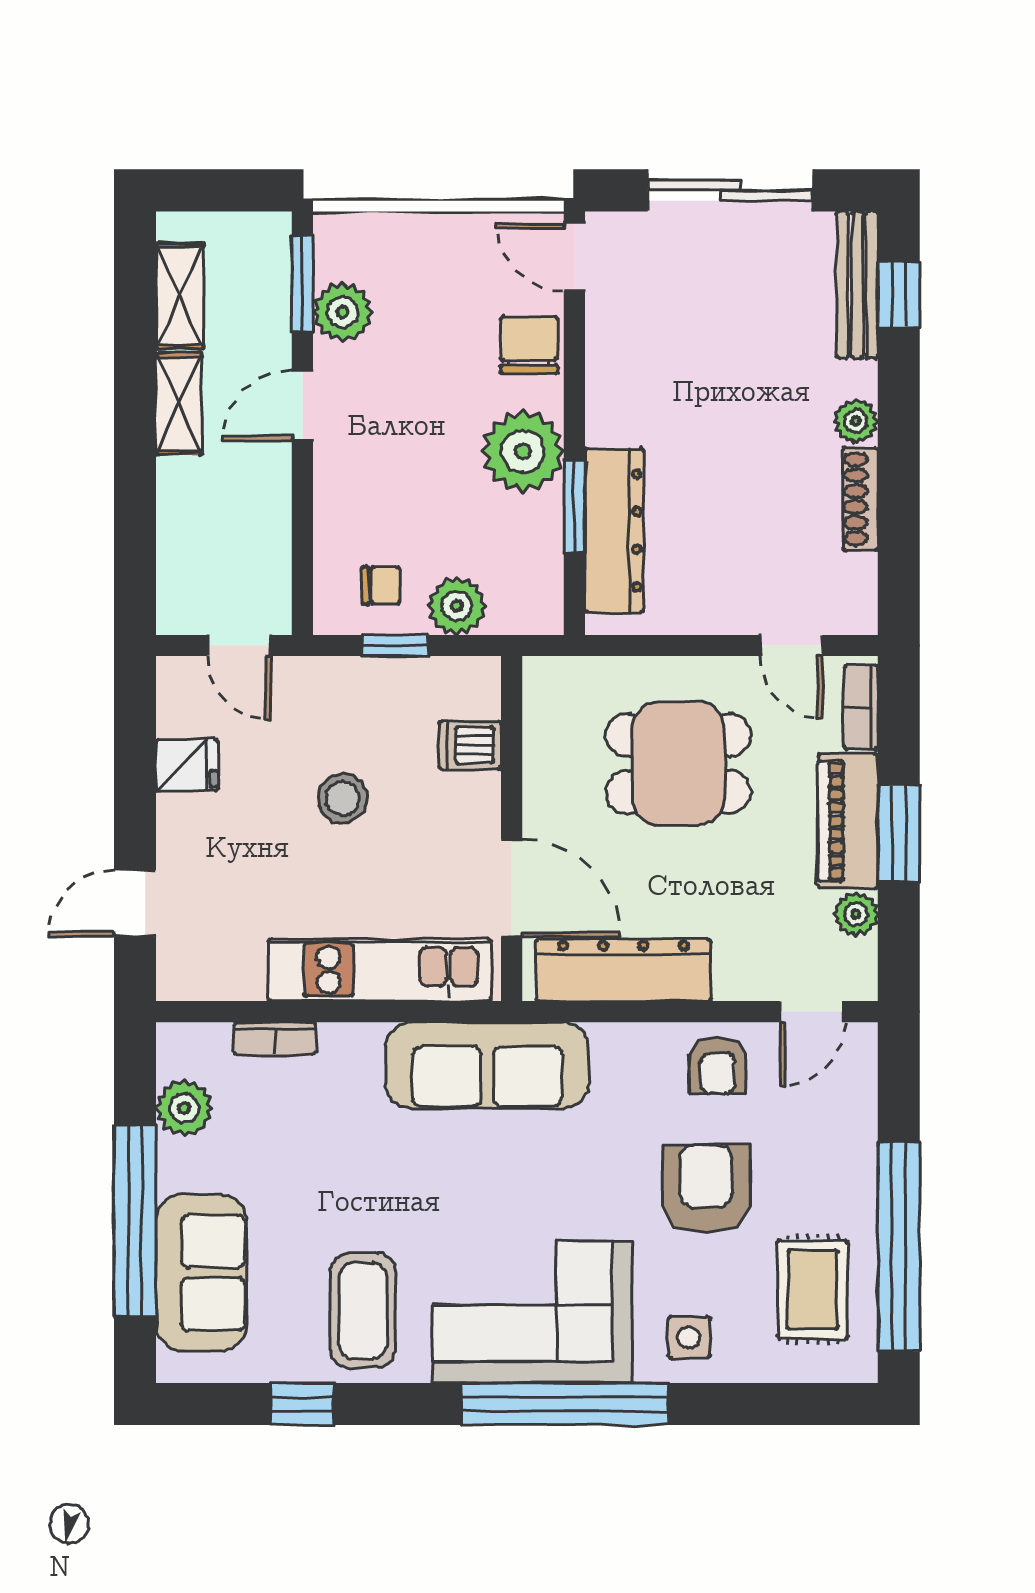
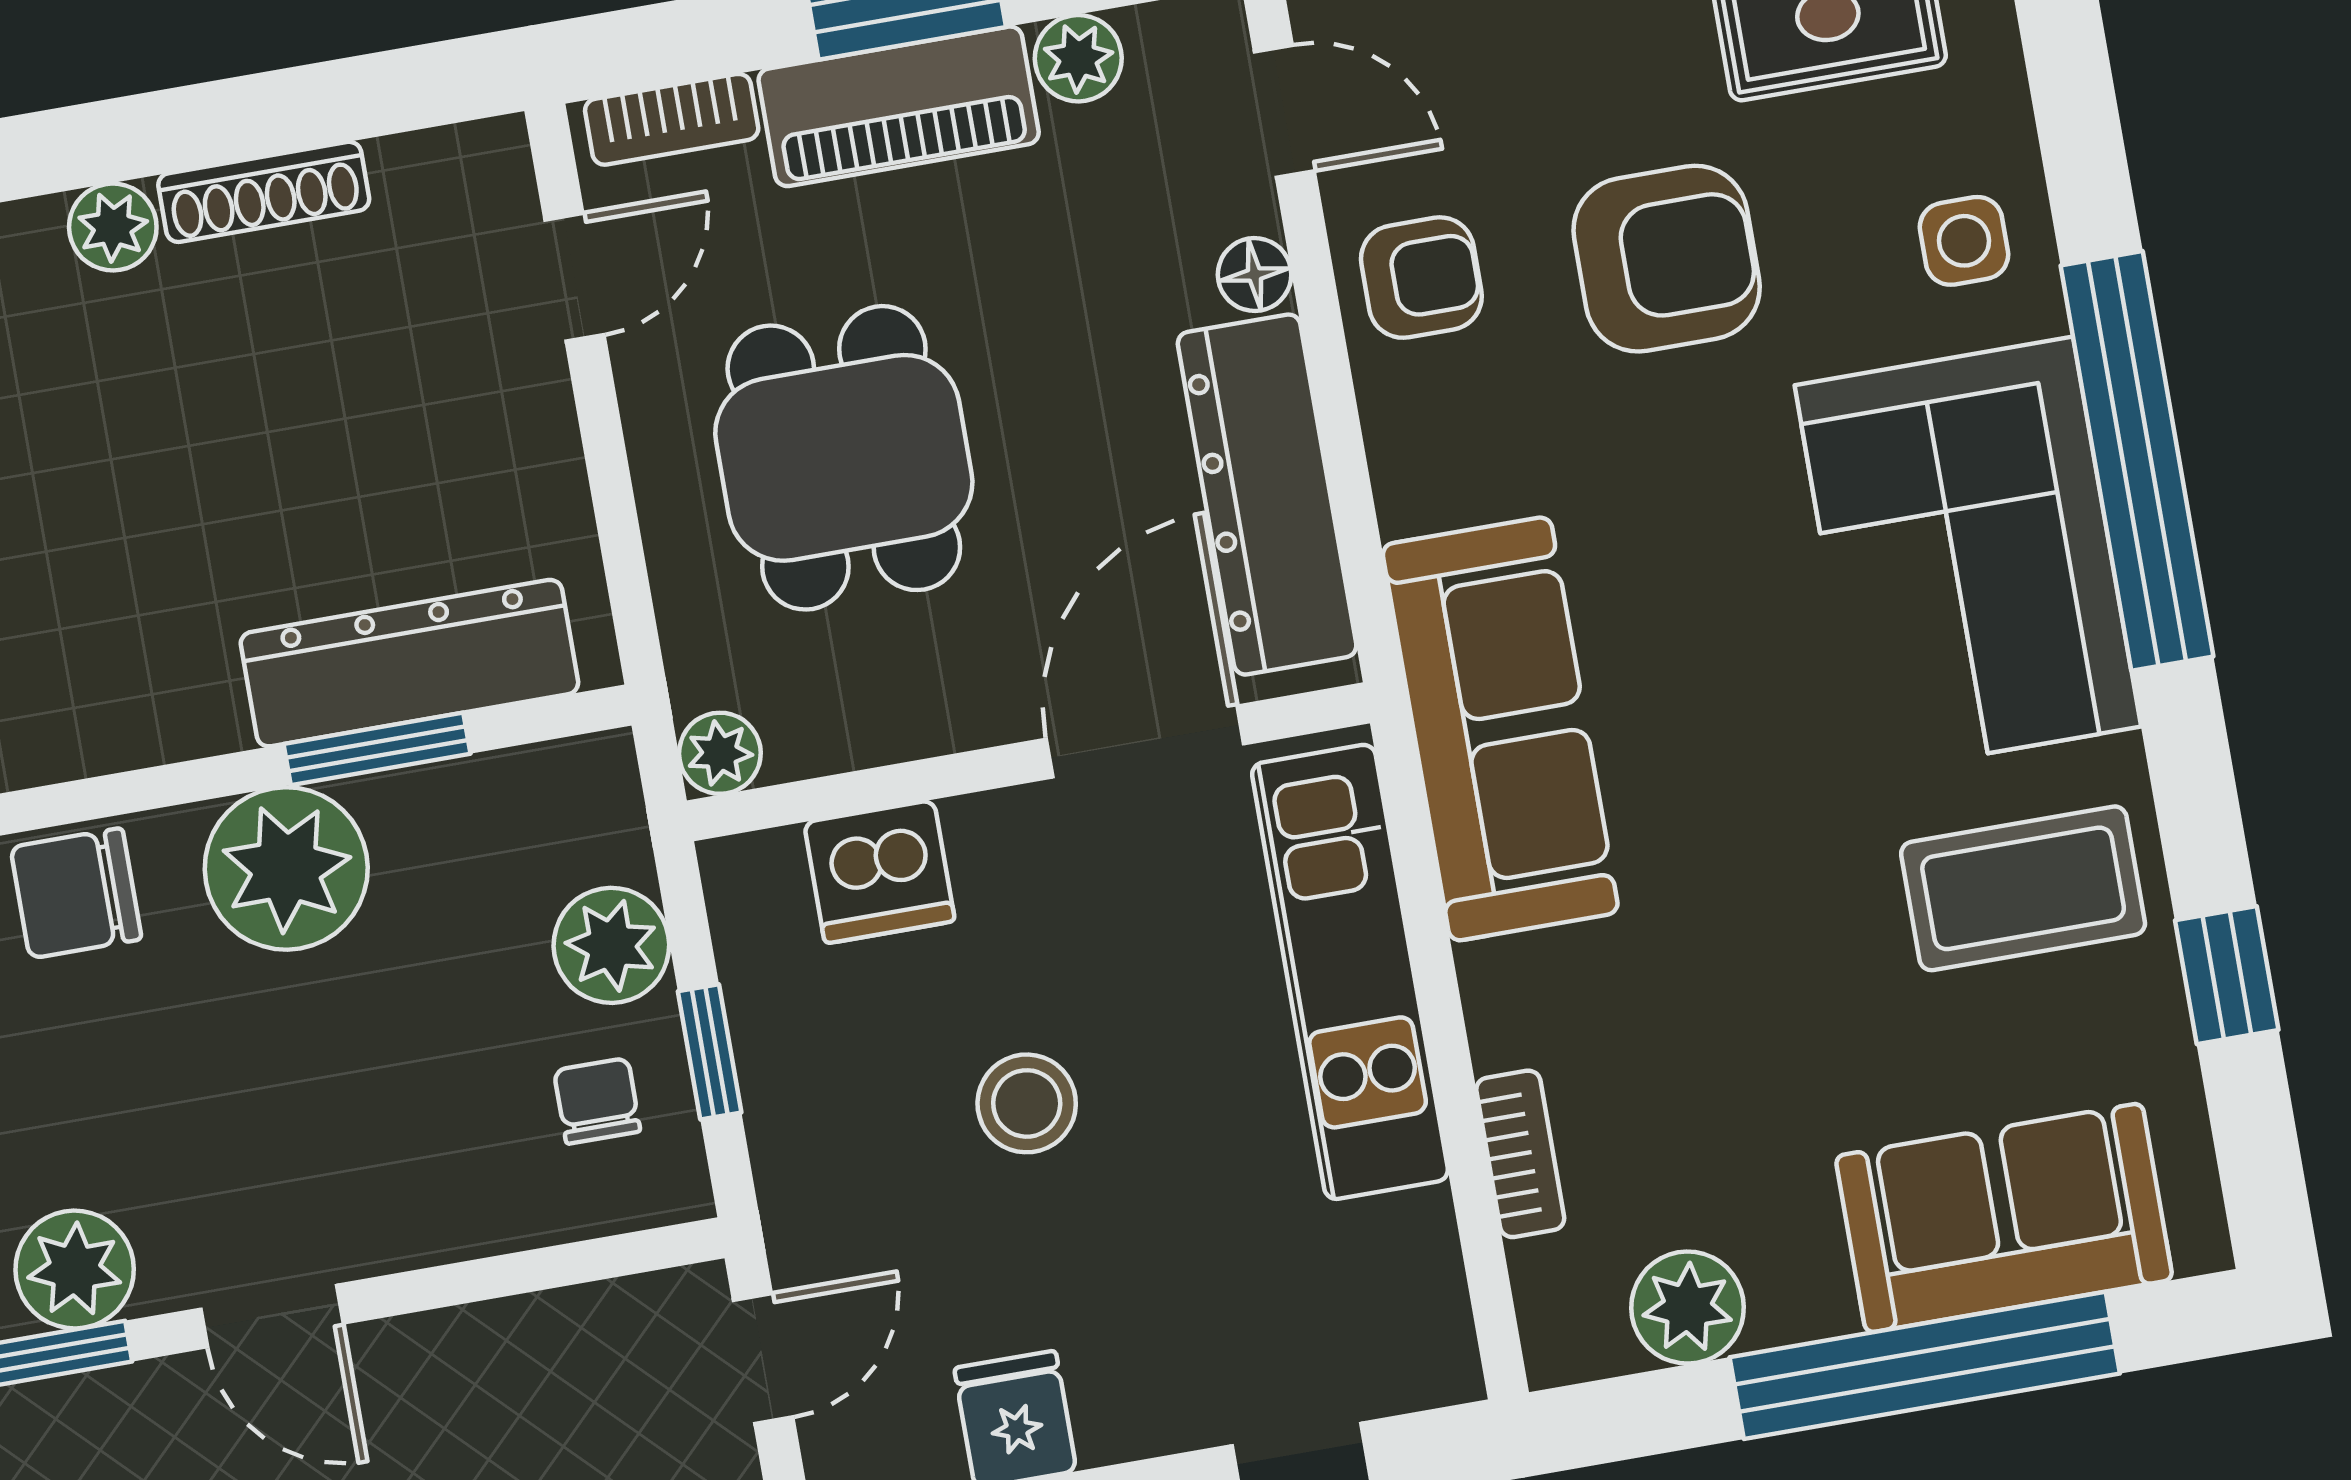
plant: (543, 676) -> (720, 753), added
dishwasher: (470, 745) -> (879, 872), width x1.38
floor lamp: (734, 983) -> (1255, 275), added
armchair: (706, 1188) -> (1667, 259), turned 180

